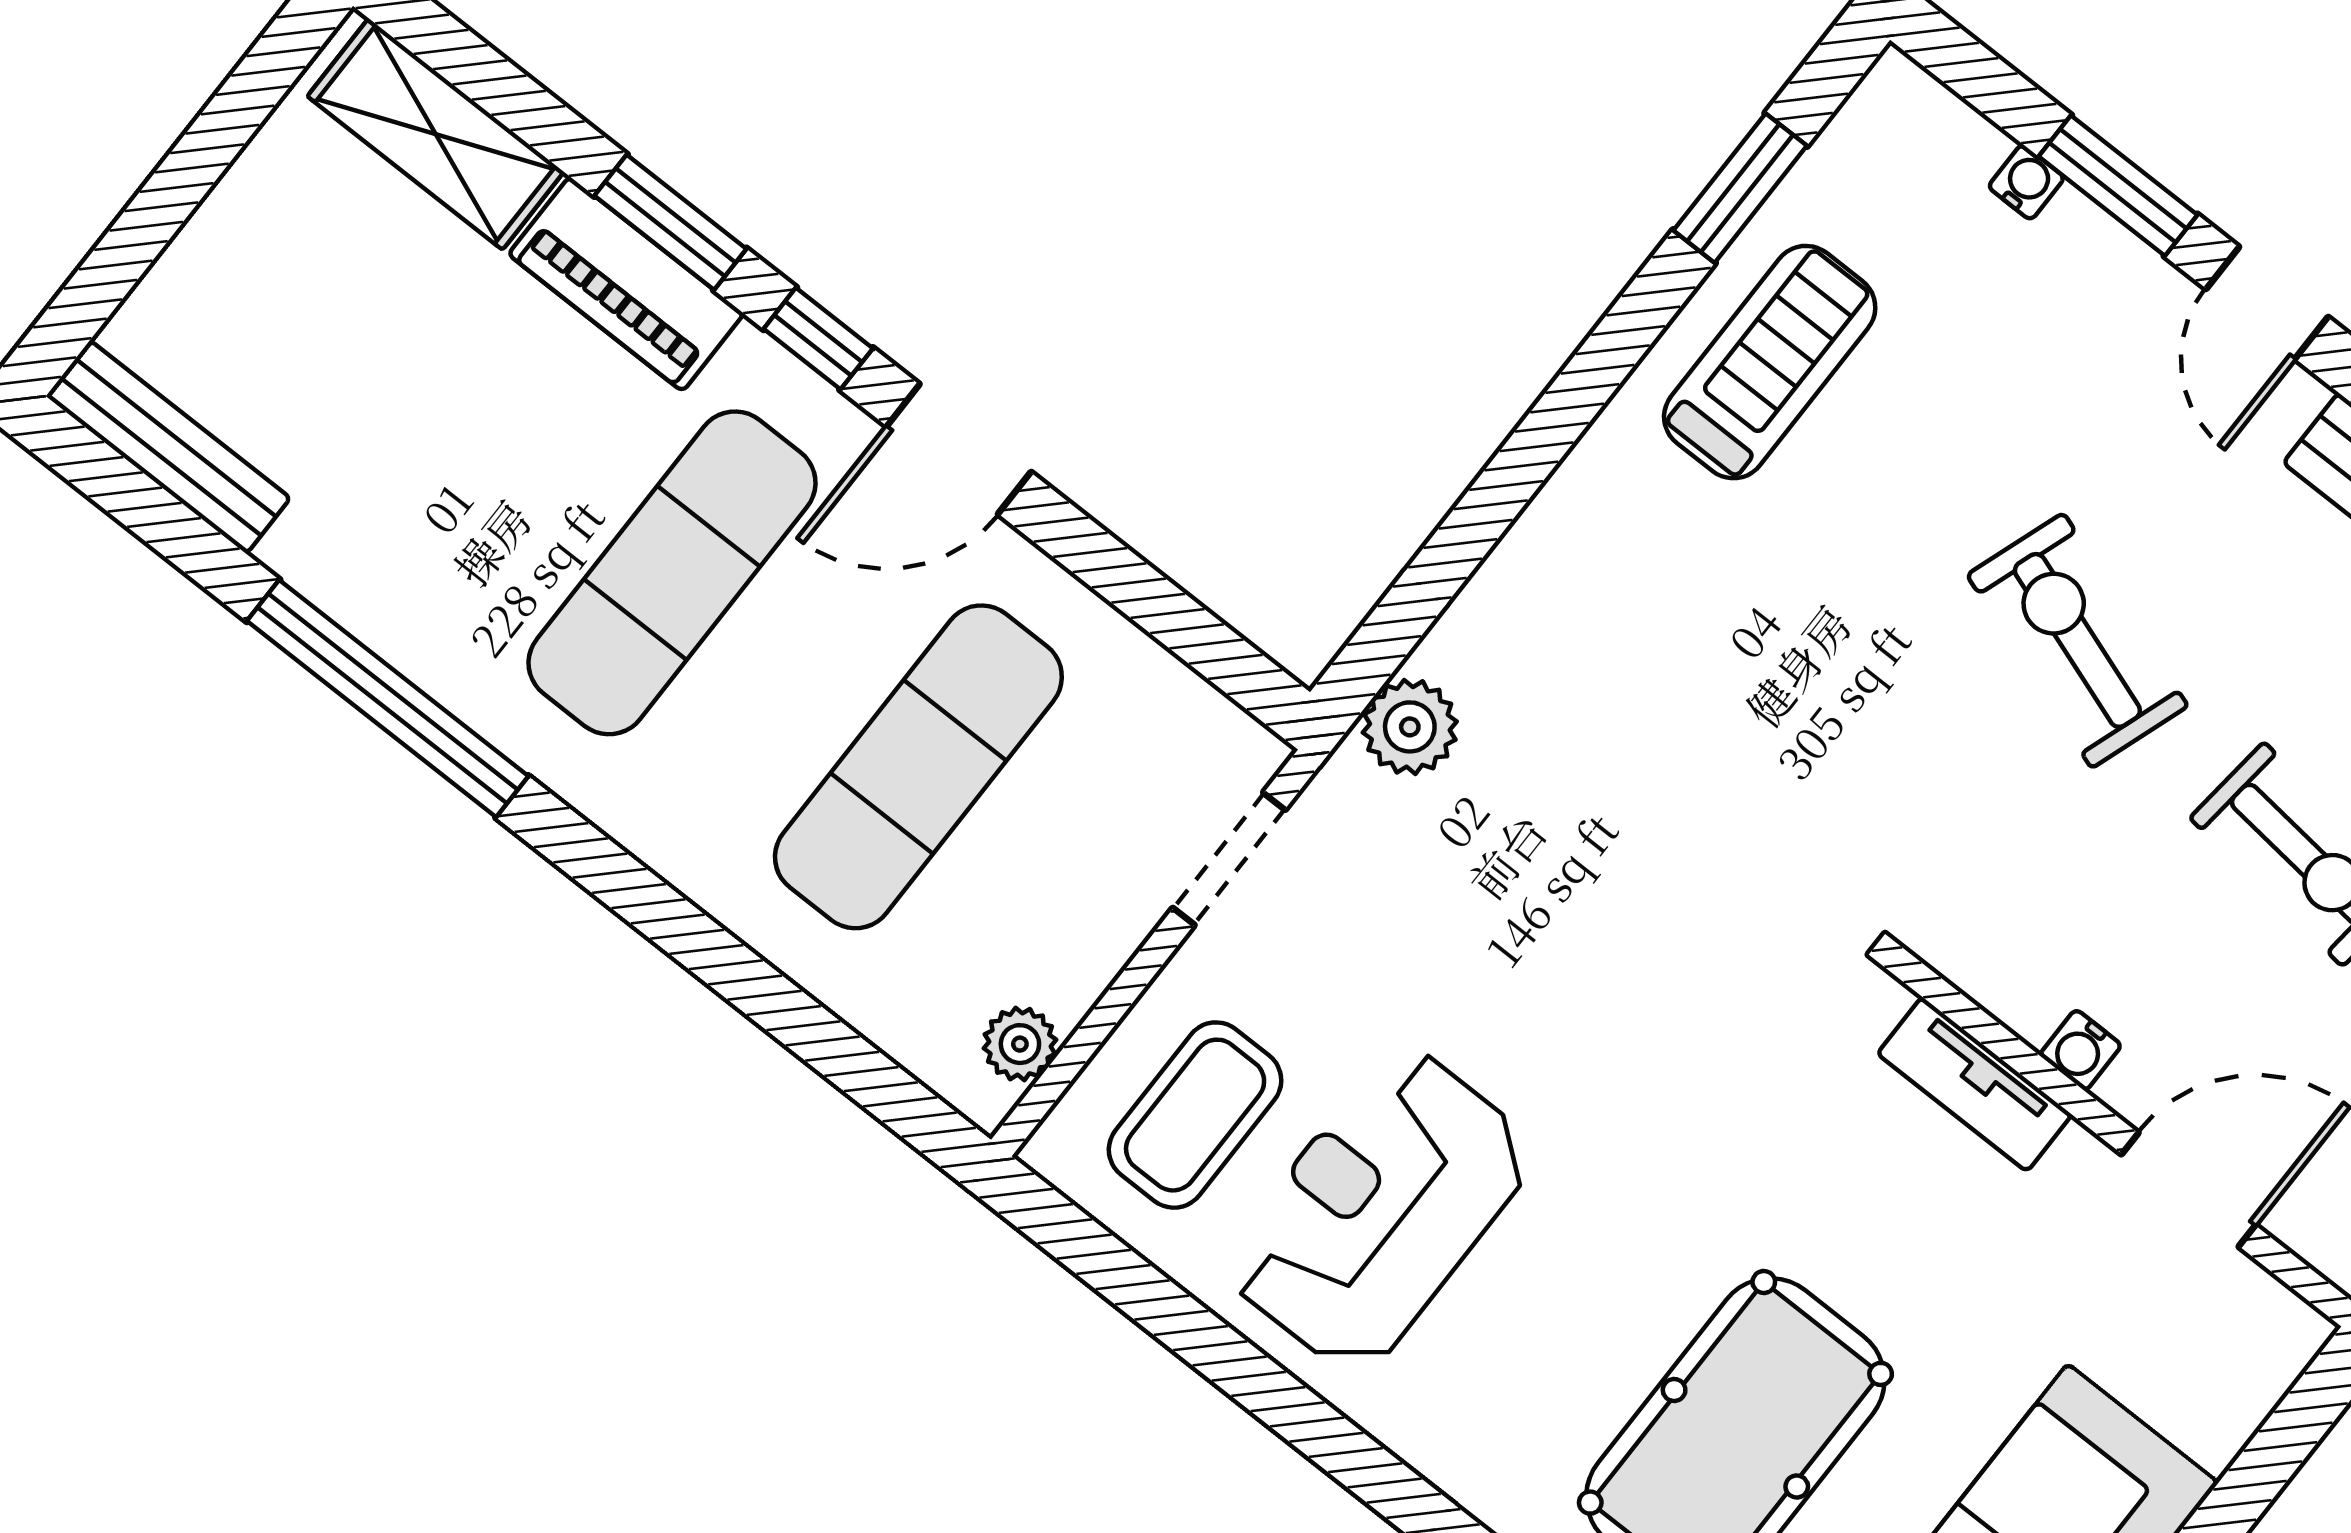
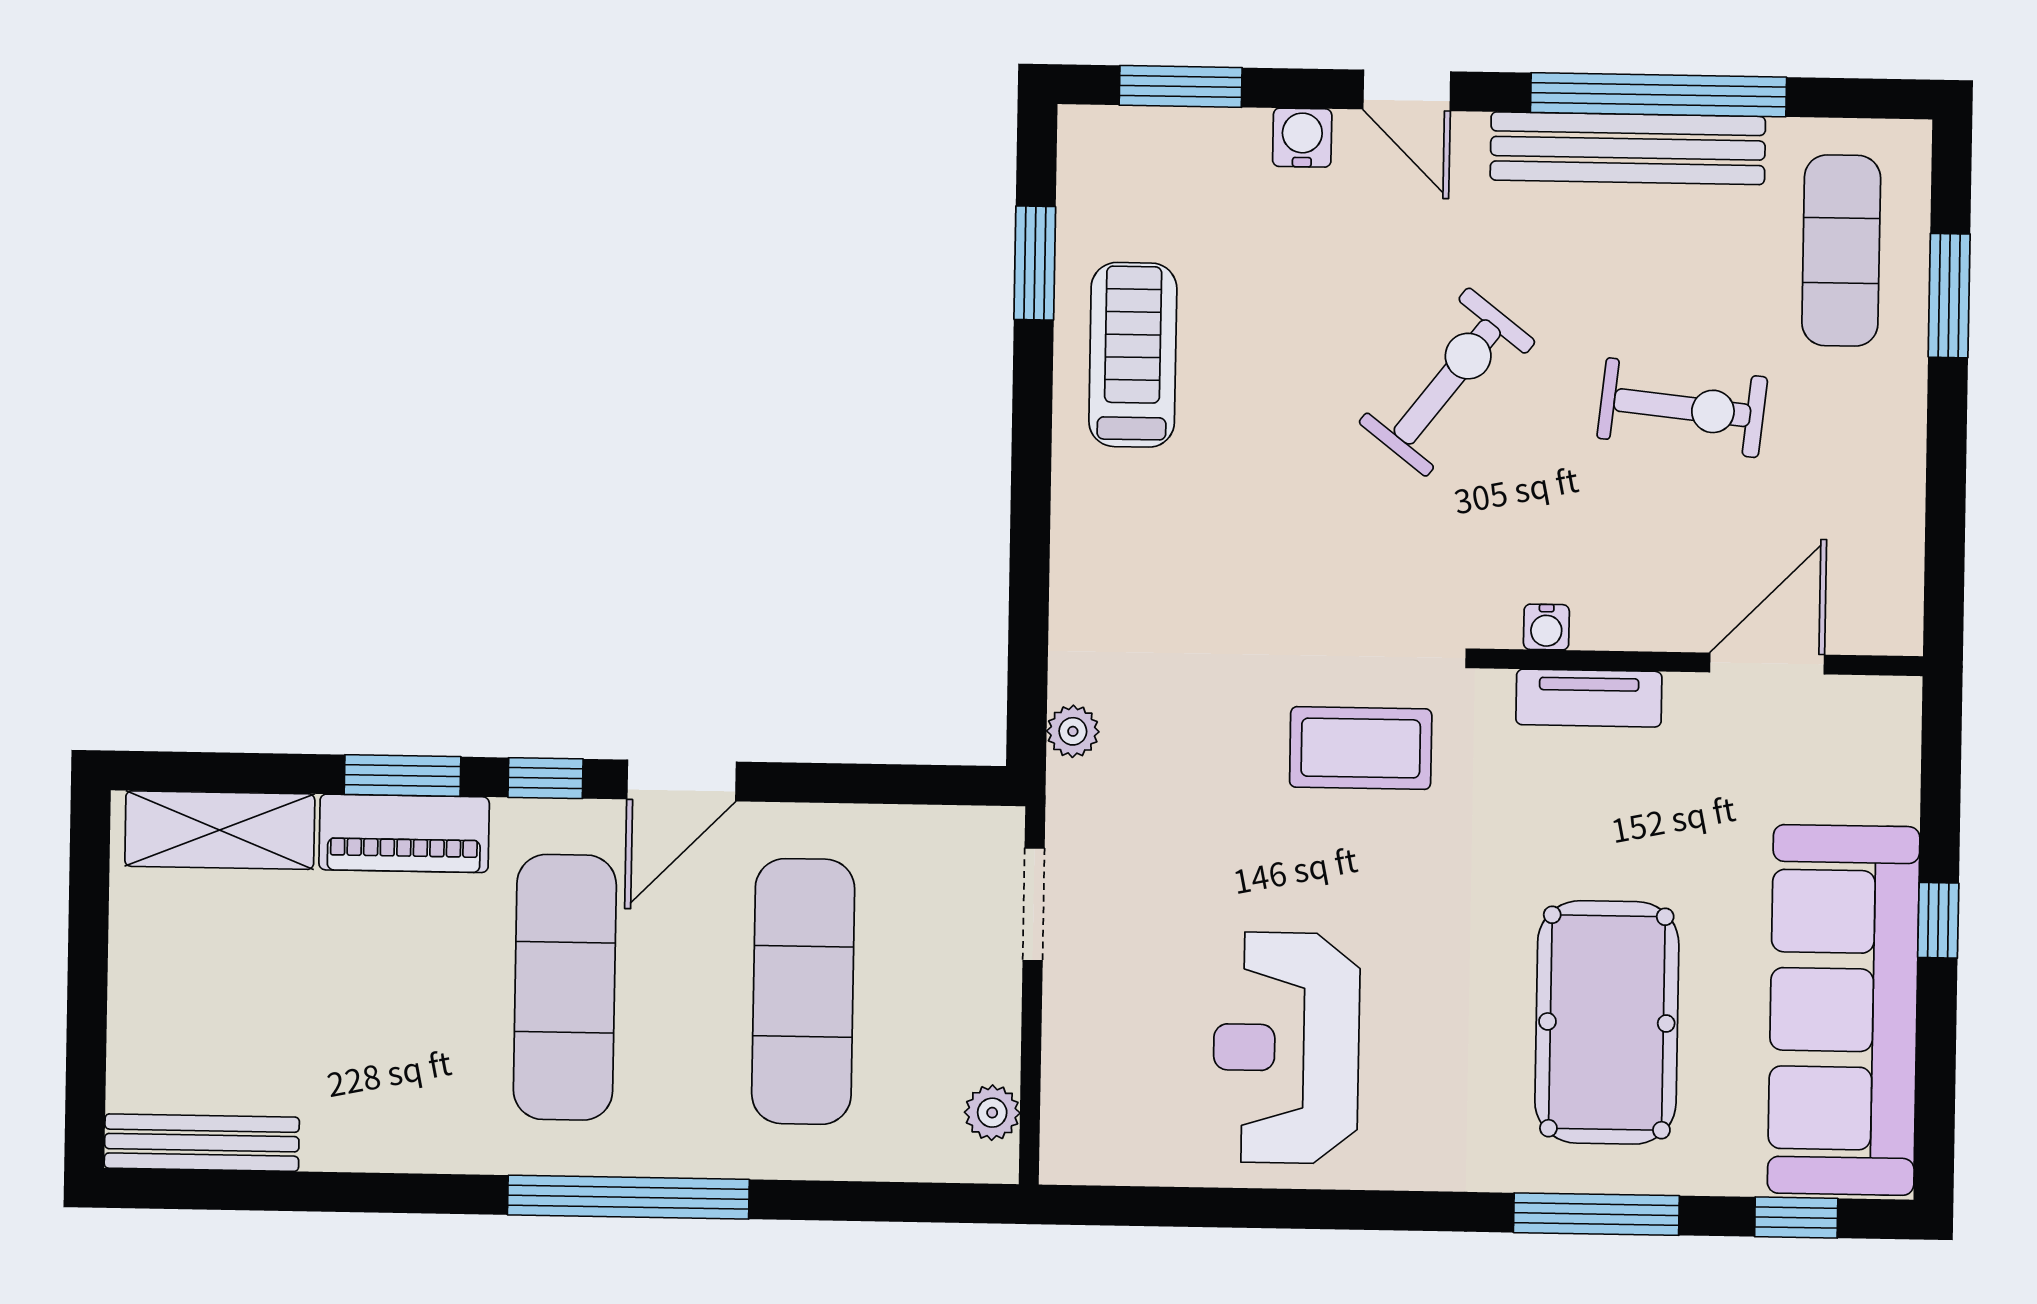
water cooler: (2026, 182) -> (1302, 138), moved, width x1.38, depth x1.38
window: (2118, 186) -> (1181, 86), moved
exercise bike: (2077, 640) -> (1447, 382), turned 109
window: (388, 699) -> (628, 1197), moved
plant: (1410, 727) -> (1073, 731), width x0.73, depth x0.73
water cooler: (2081, 1050) -> (1546, 627), moved
coffee table: (1195, 1115) -> (1361, 748), moved, turned 90

